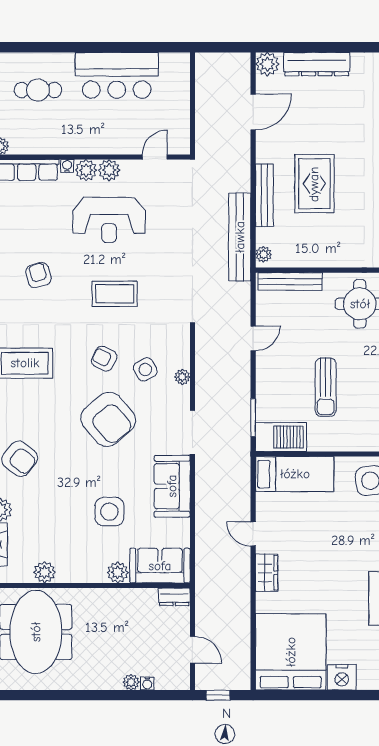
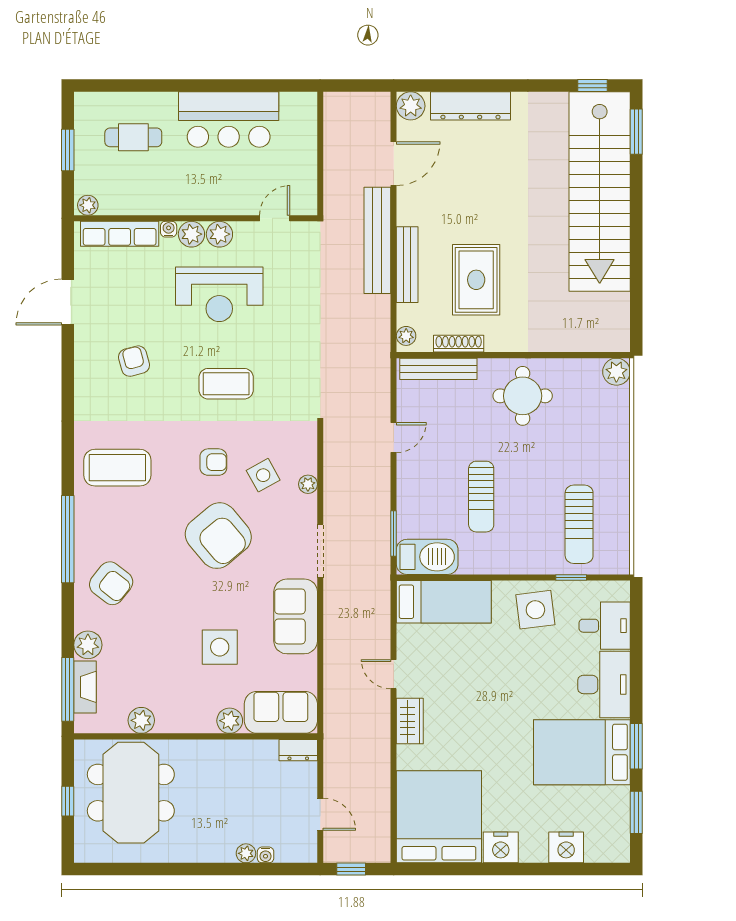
rug: (314, 184) -> (476, 280), moved
bench: (240, 237) -> (377, 240), moved
shoe rack: (307, 261) -> (459, 344), added
armchair: (104, 359) -> (213, 462), turned 153

